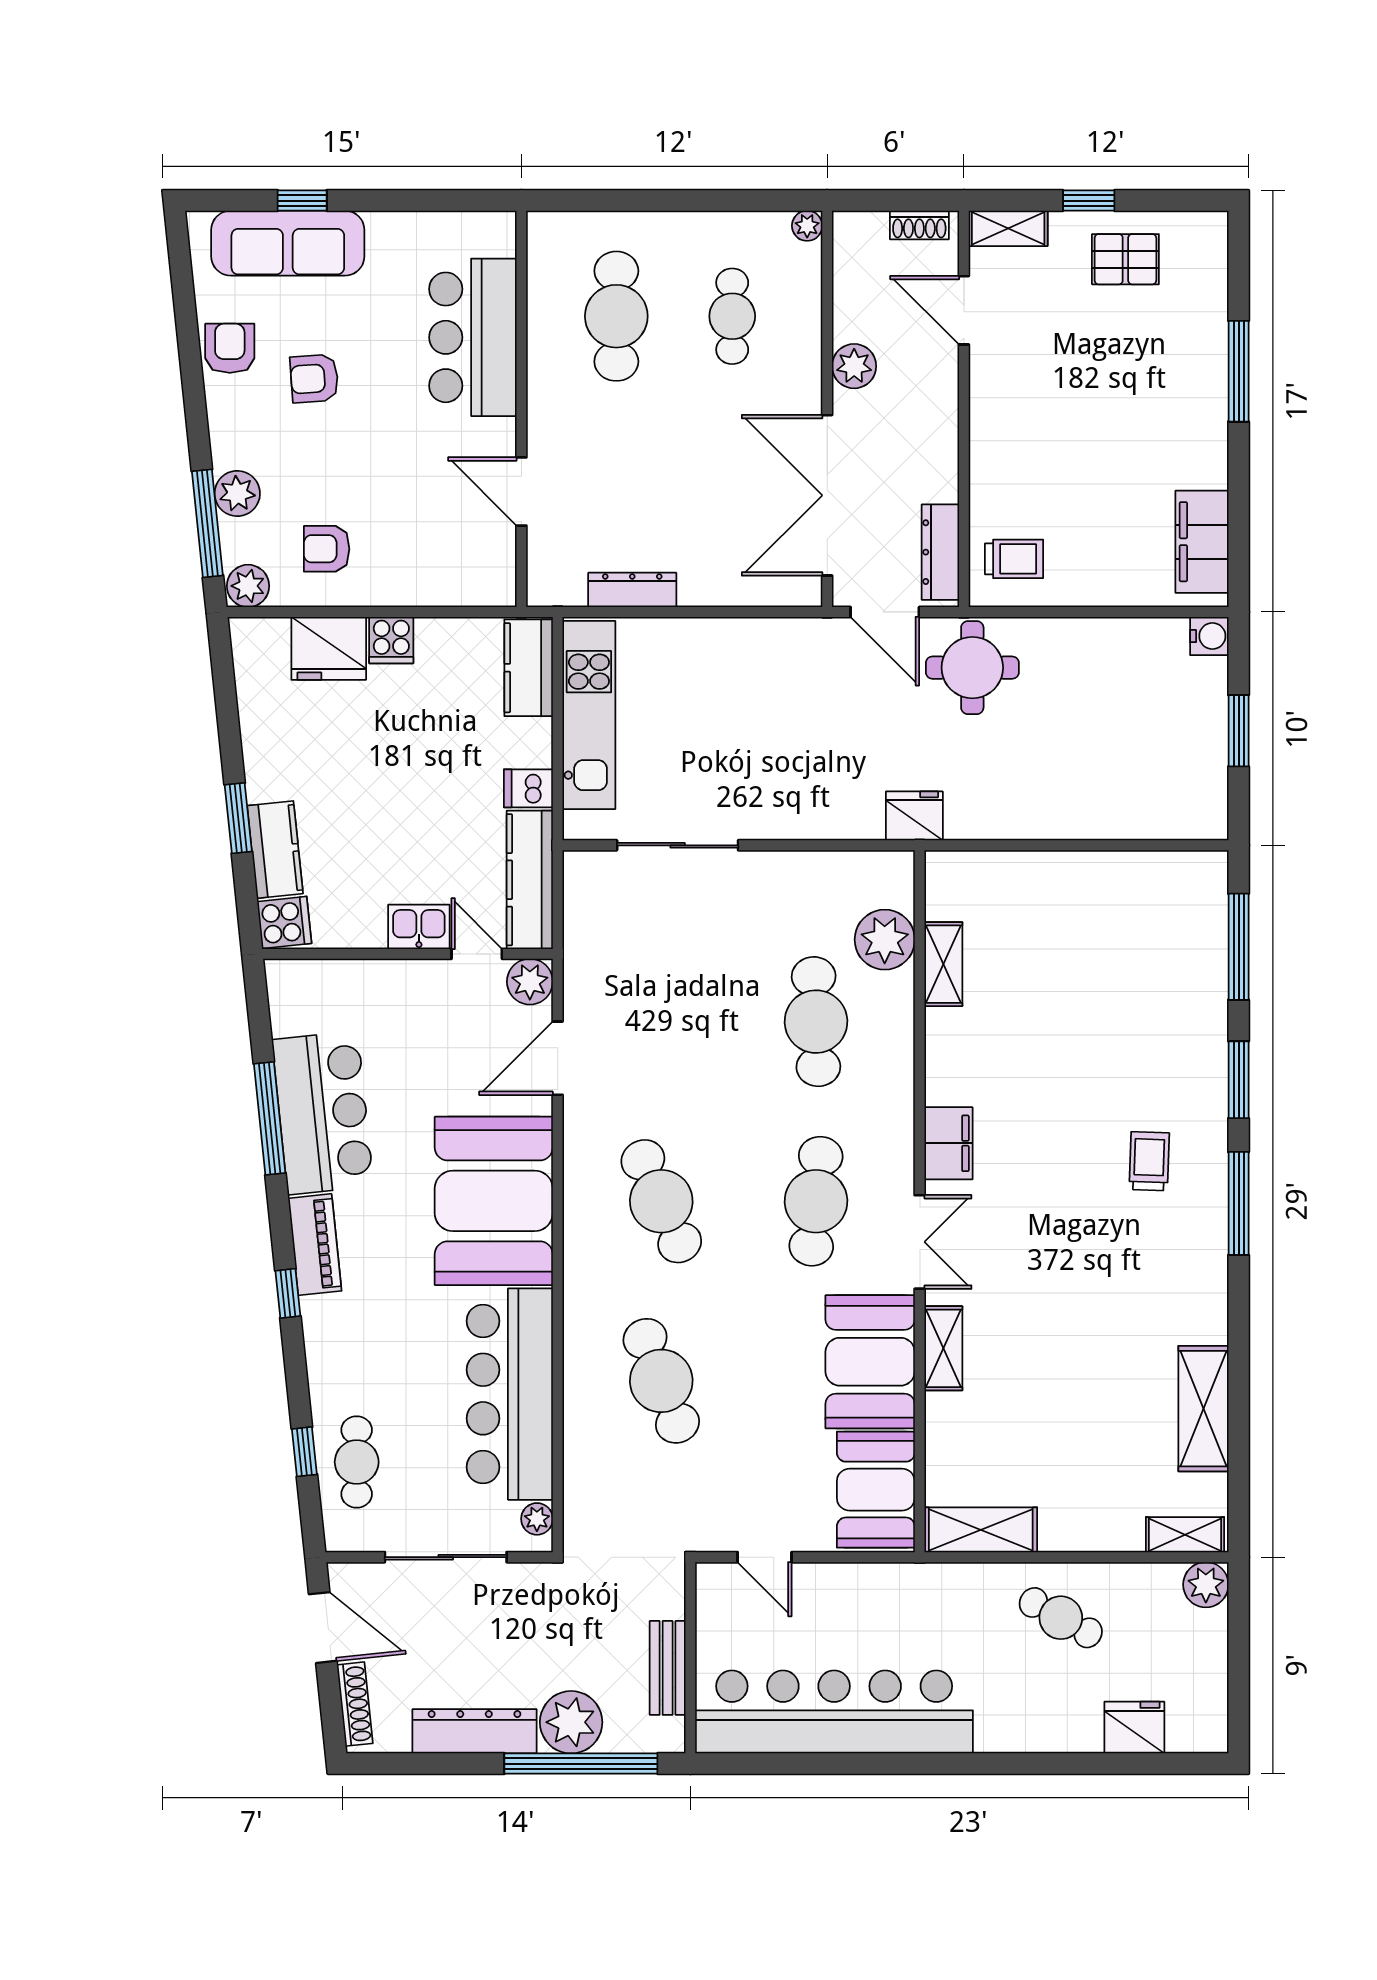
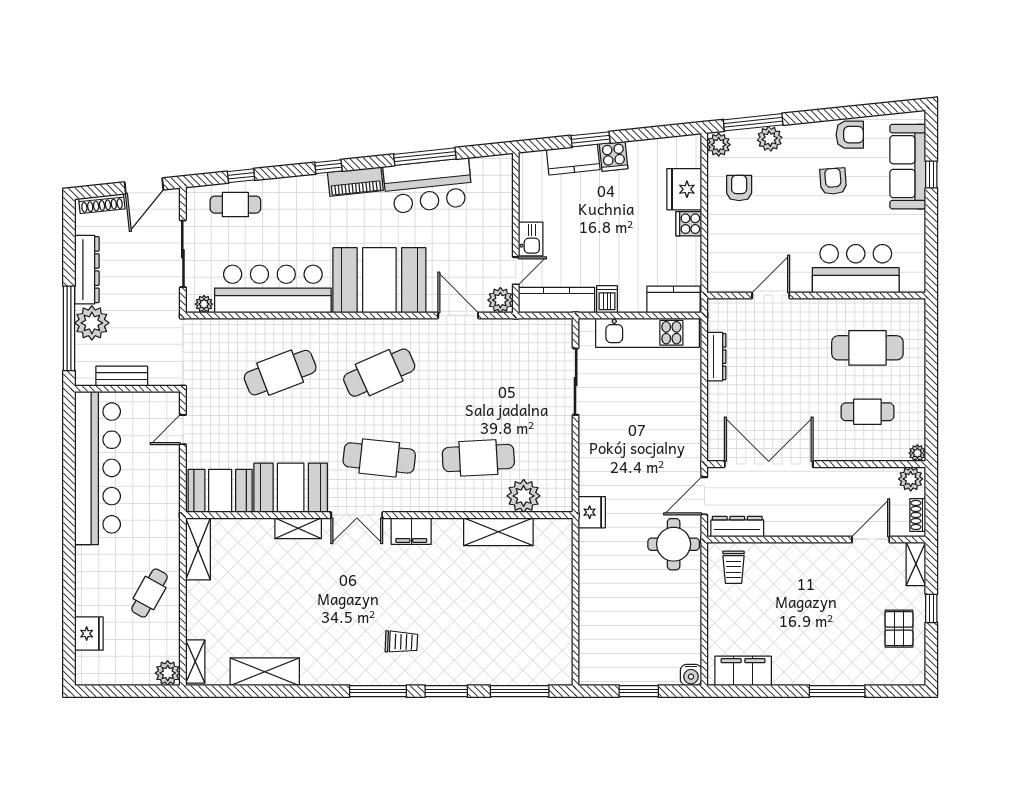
plant: (854, 366) -> (911, 479), moved
cooker: (284, 922) -> (614, 156), moved
shelving: (943, 964) -> (498, 532), width x1.50, depth x1.33

